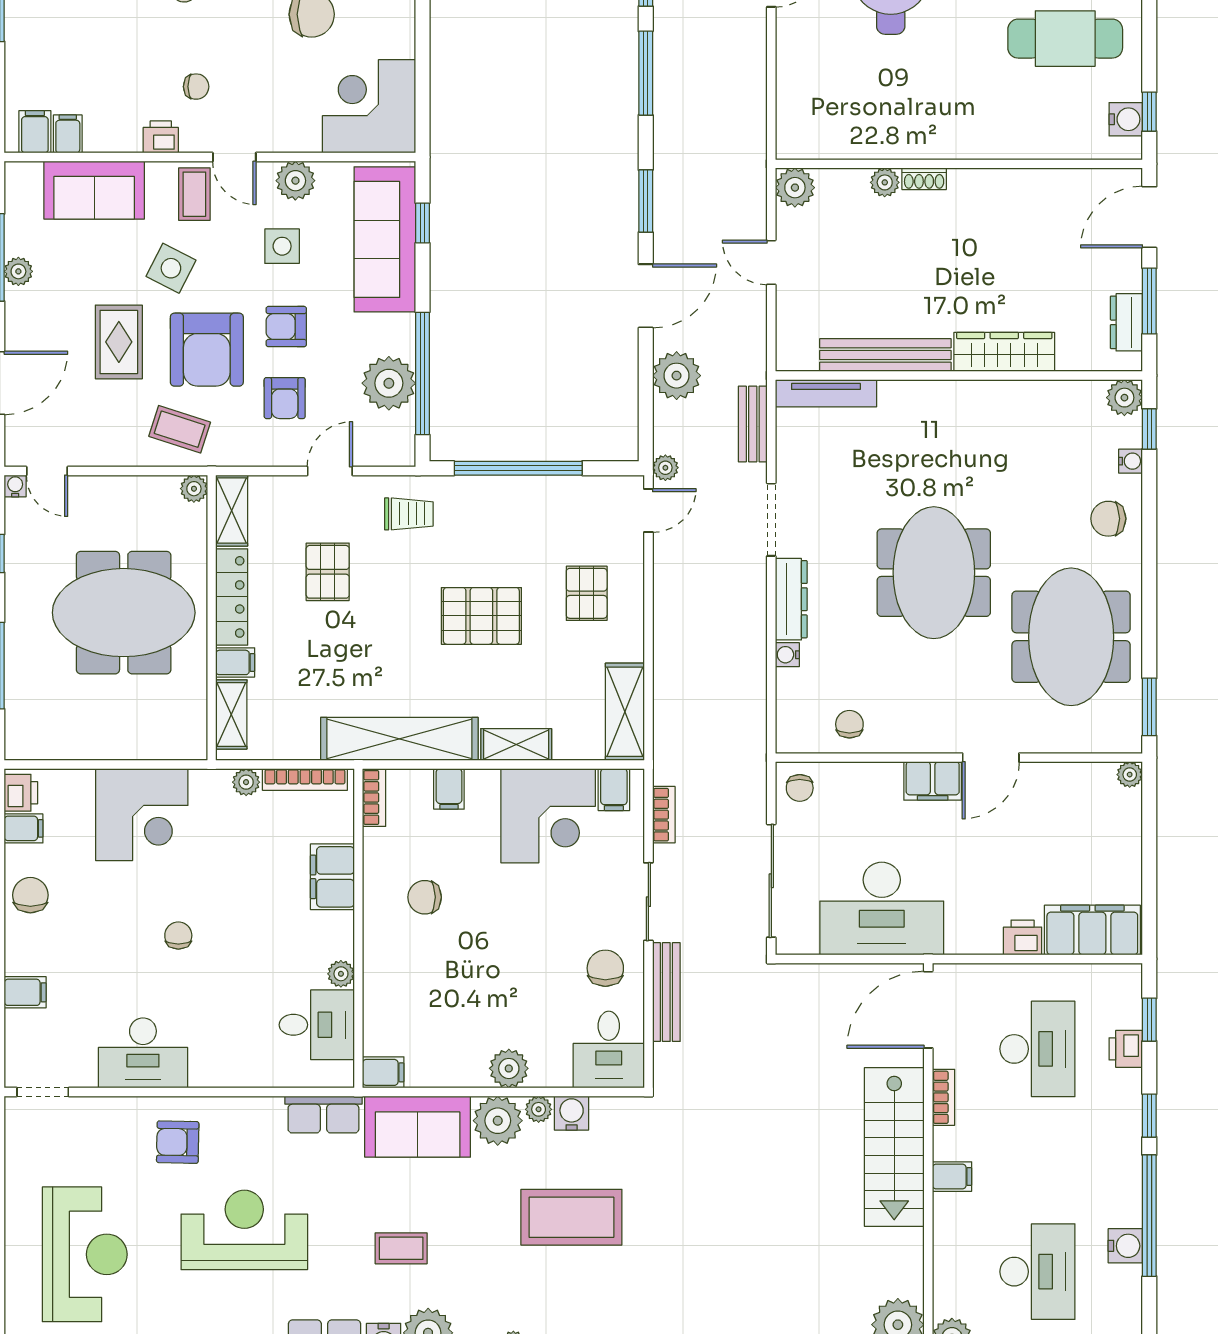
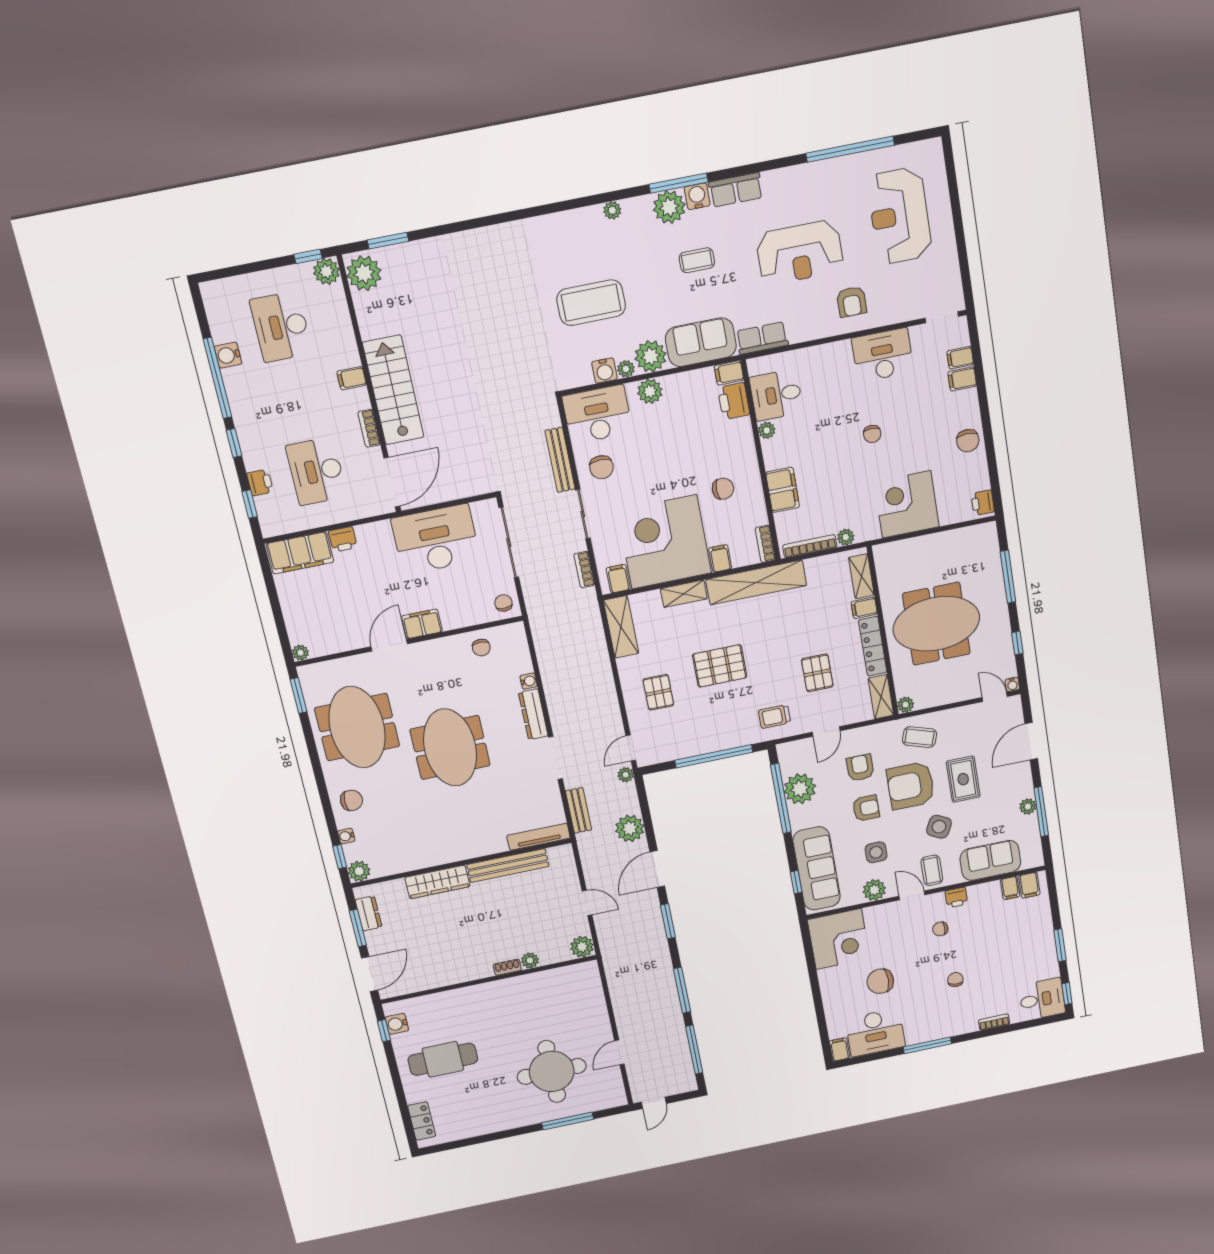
armchair: (207, 350) -> (911, 786), turned -90
corner desk: (548, 816) -> (664, 542), width x1.36, depth x1.36
filing cabinet: (24, 828) -> (960, 358), moved
printer: (384, 1028) -> (734, 401), added
desk: (609, 1050) -> (597, 414), width x1.37
armchair: (178, 1142) -> (852, 302), turned 89

